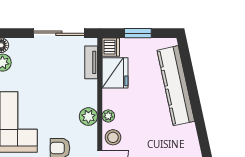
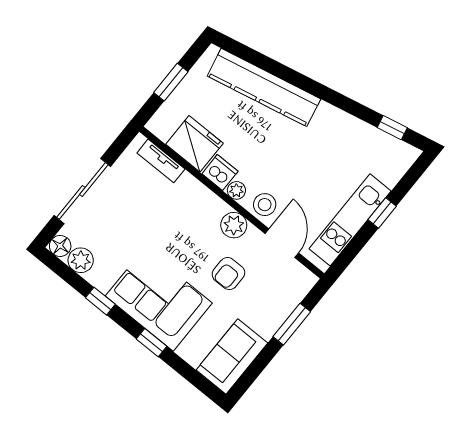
sliding door: (59, 33) -> (82, 191), moved
dishwasher: (111, 47) -> (220, 172), moved
plant: (88, 117) -> (234, 225), moved

